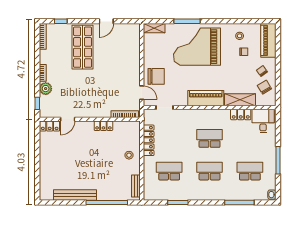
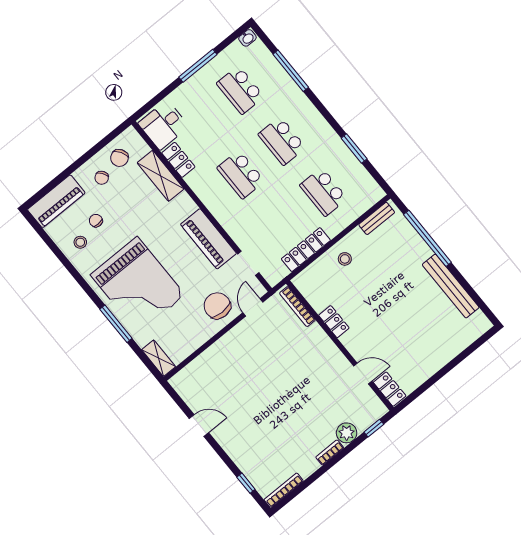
shop shelf: (83, 47) -> (256, 429), removed
piano: (206, 98) -> (208, 239), moved

